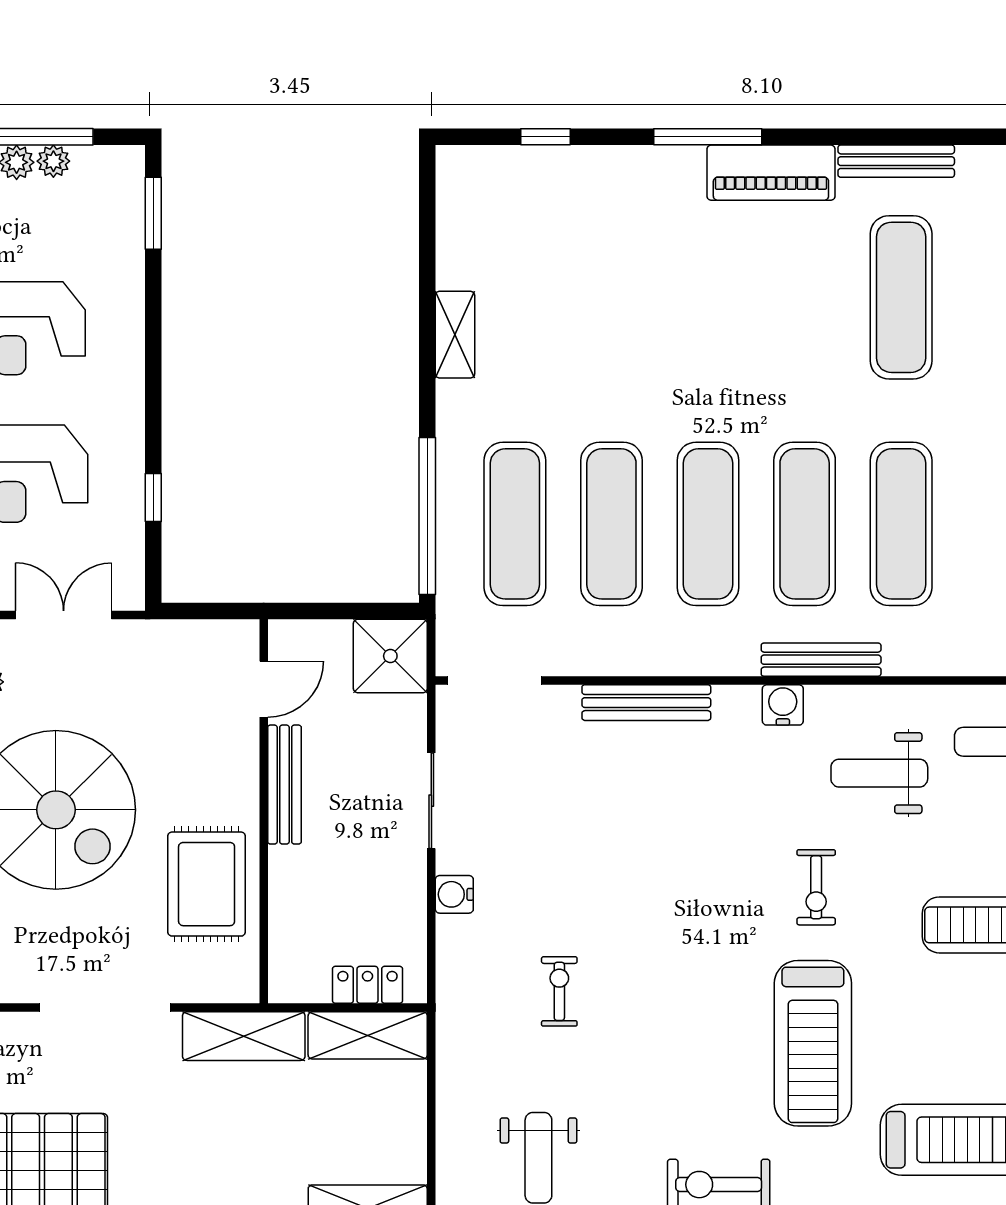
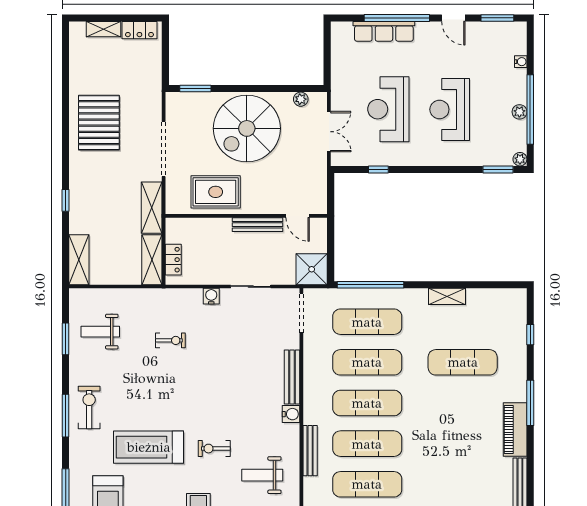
plant: (53, 161) -> (520, 159), moved
exercise mat: (901, 297) -> (463, 362), moved
water cooler: (783, 705) -> (291, 414), moved
weight bench: (879, 773) -> (262, 475), turned -90

